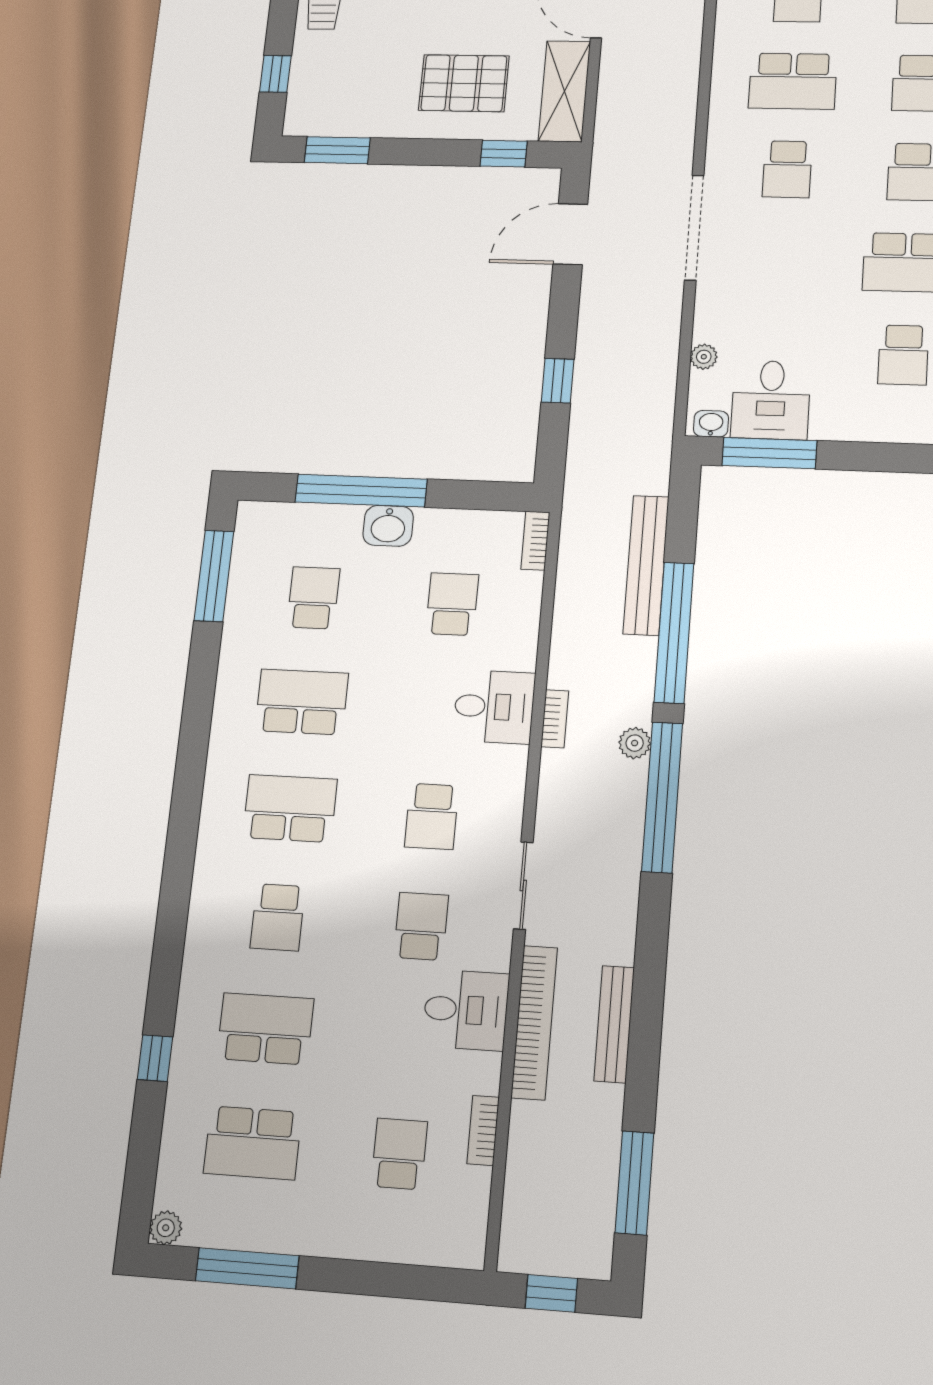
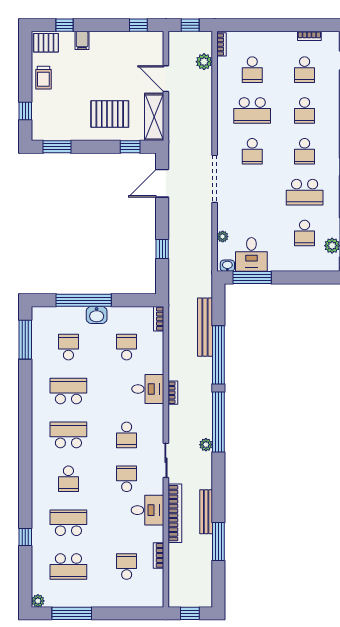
plant: (635, 743) -> (206, 445), moved
window: (634, 1183) -> (218, 541), moved

